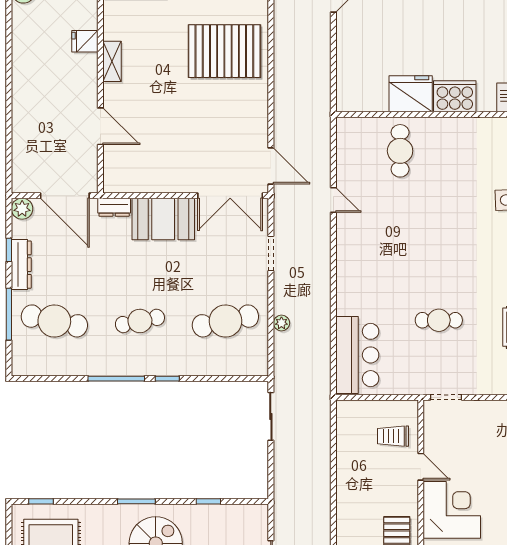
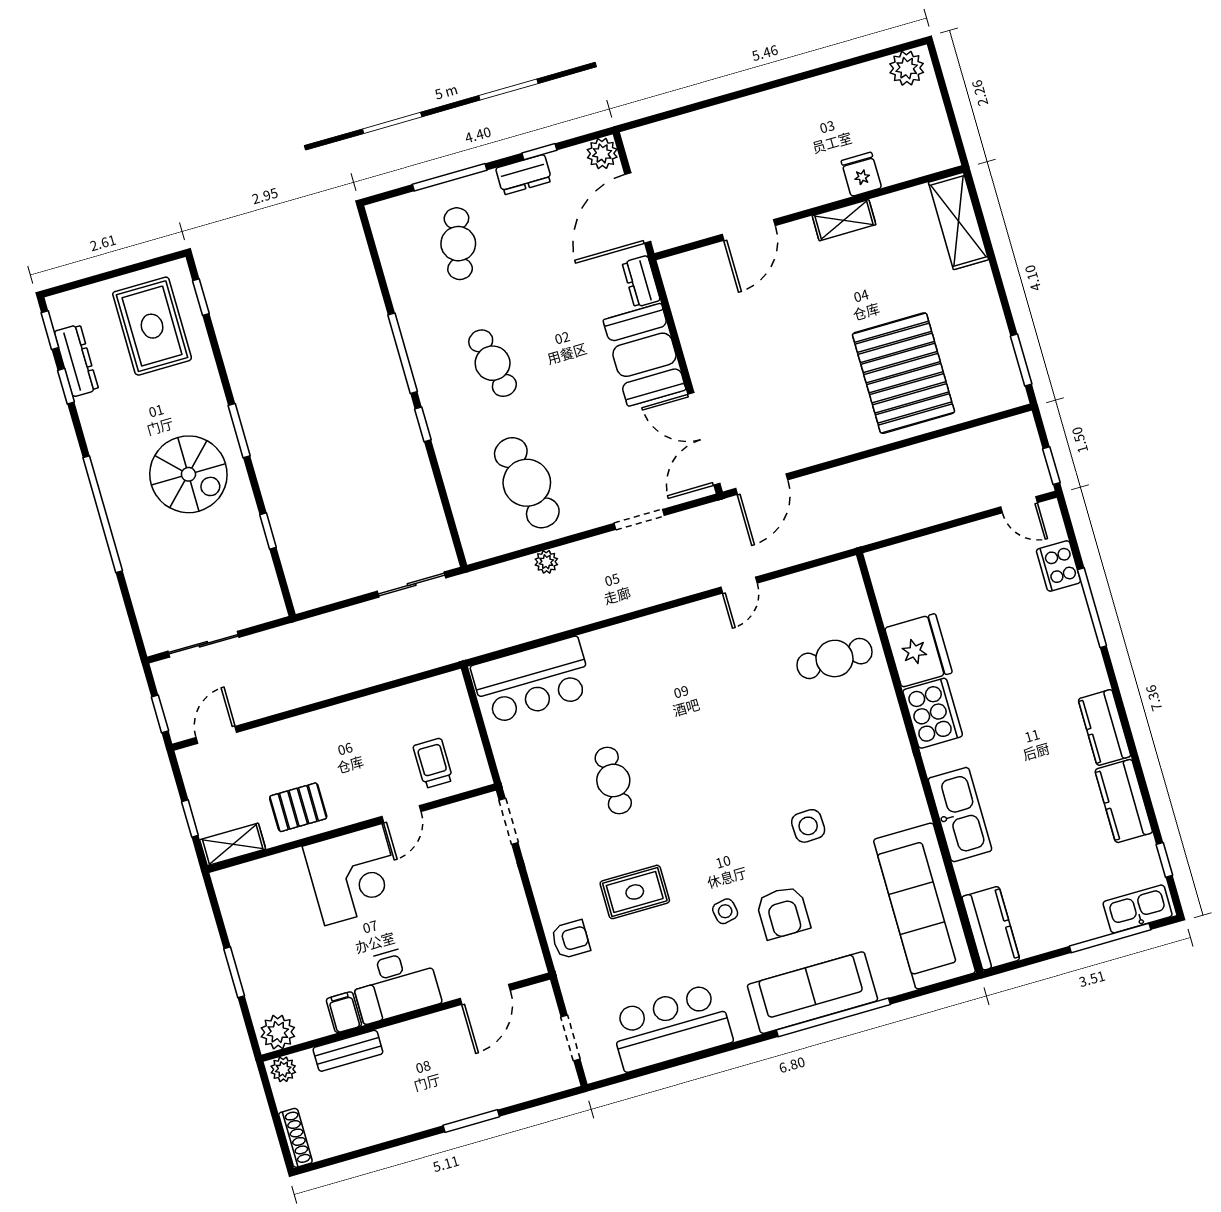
dresser: (21, 265) -> (524, 175), width x0.70
cafe table: (54, 321) -> (458, 244), width x0.73, depth x0.74

